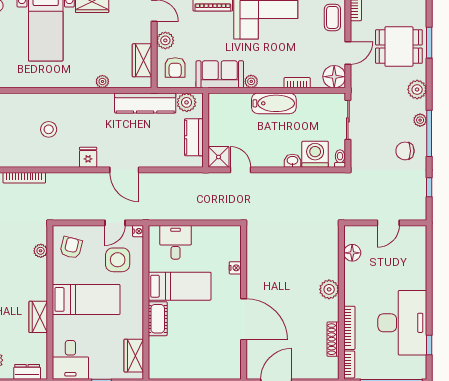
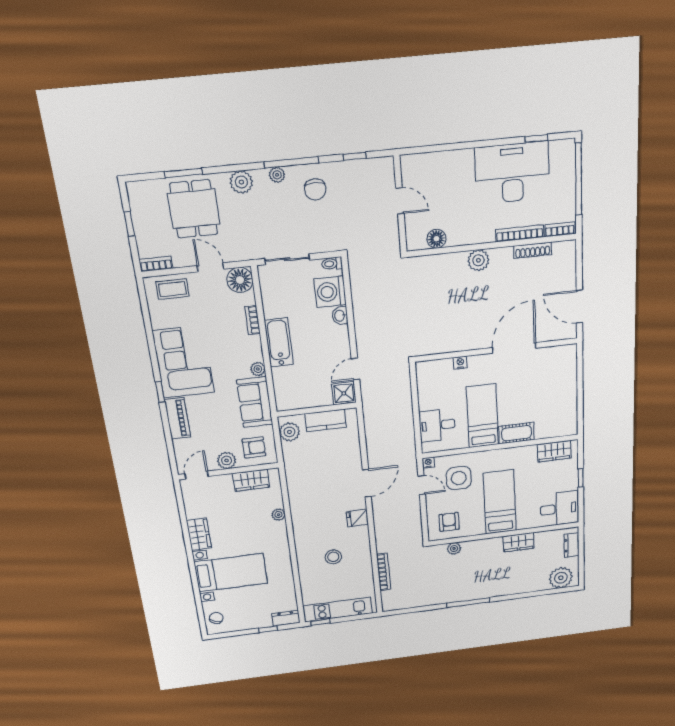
kitchen counter: (145, 103) -> (295, 472), removed
armchair: (71, 247) -> (449, 522), turned 76

